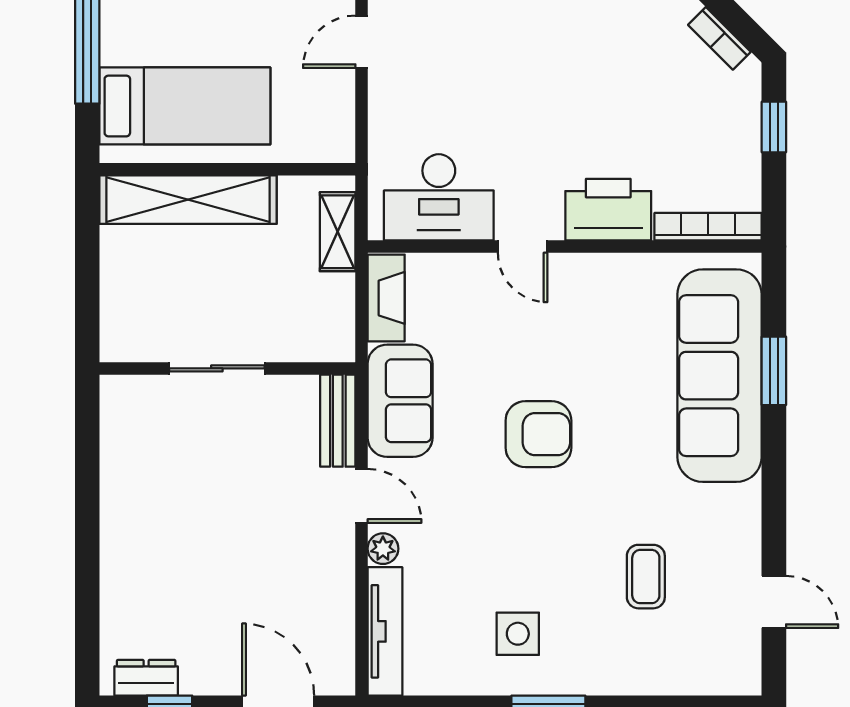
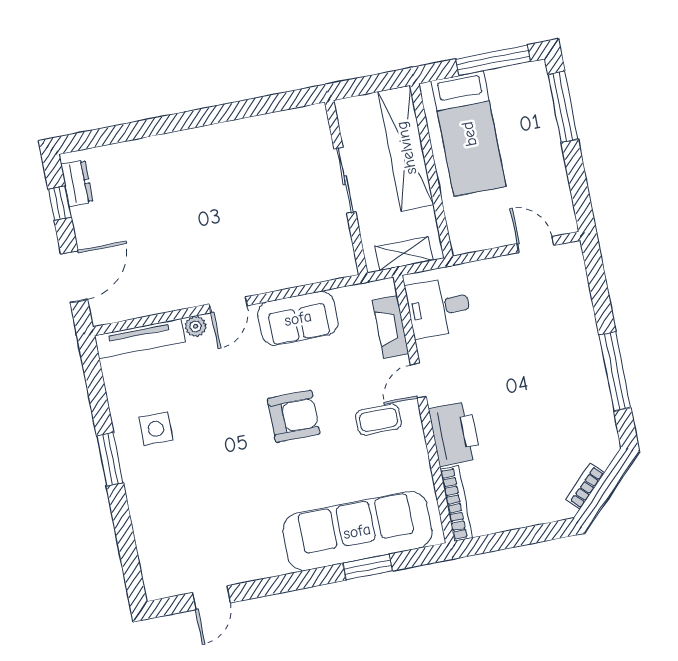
window: (774, 127) -> (533, 535), removed
desk: (439, 197) -> (439, 307), width x0.73
fireplace: (386, 298) -> (391, 327), moved, turned 90
sliding door: (217, 368) -> (345, 180), moved
wall: (227, 368) -> (346, 188), moved
bench: (338, 421) -> (276, 279), removed
armchair: (538, 434) -> (294, 416), turned -90
coffee table: (646, 577) -> (379, 420), moved

